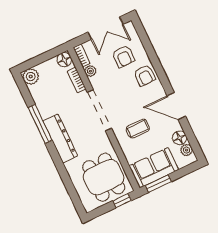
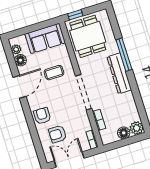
armchair: (123, 56) -> (58, 134), turned -90
floor lamp: (64, 60) -> (124, 133), moved
plant: (90, 71) -> (87, 126), removed
door: (176, 106) -> (20, 87), hinge flipped
window: (40, 124) -> (124, 55), moved
window: (158, 184) -> (43, 25), removed

